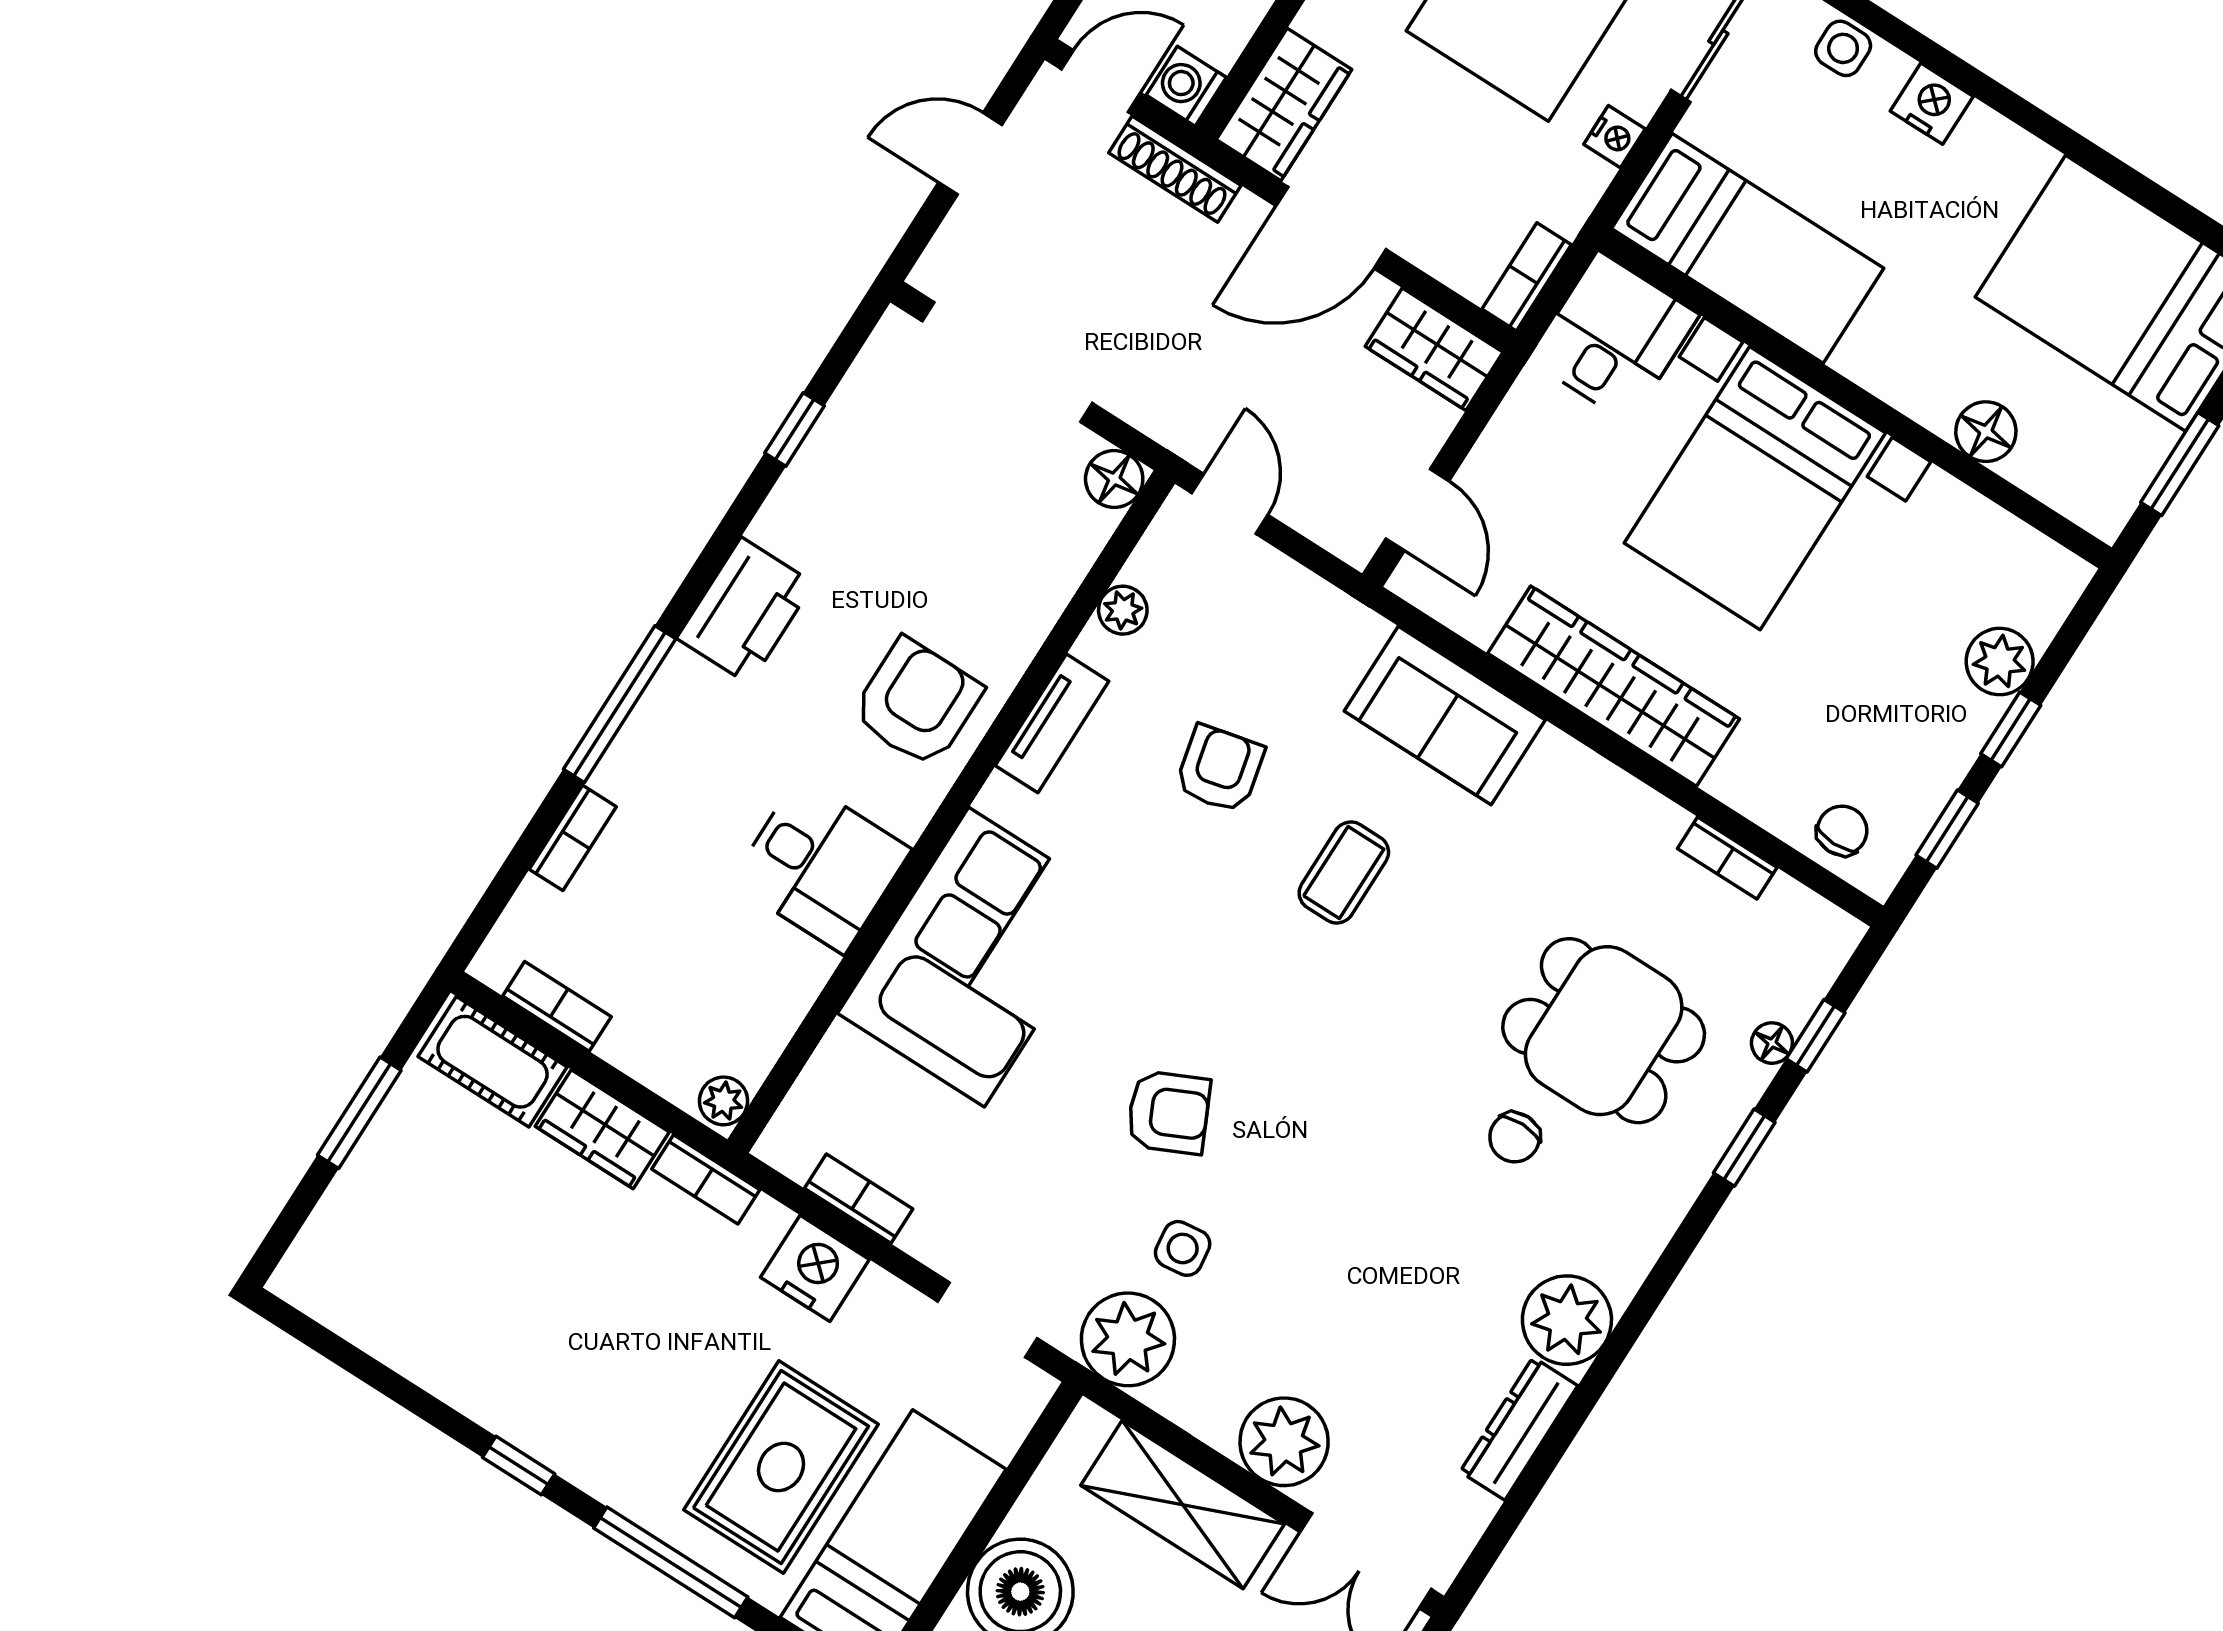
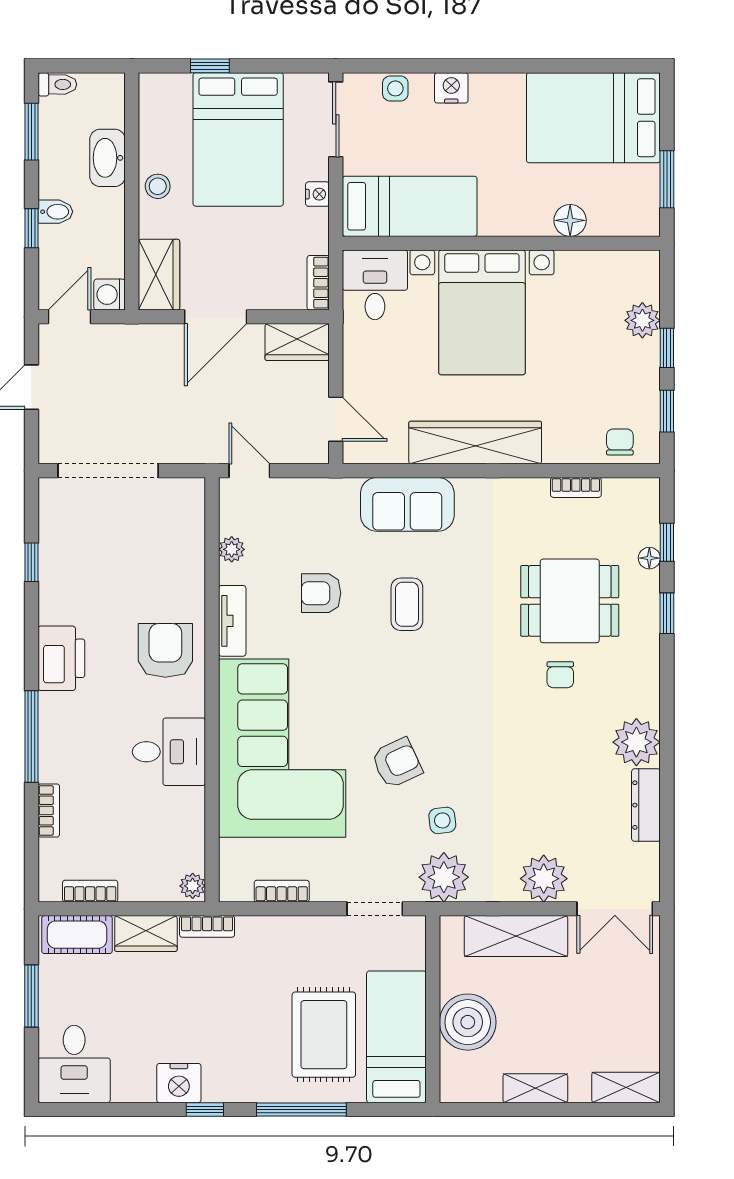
shoe rack: (1175, 169) -> (128, 335), removed
floor lamp: (1114, 479) -> (190, 493), removed
armchair: (1220, 769) -> (321, 593), turned -77
corner sofa: (977, 957) -> (282, 748), width x1.36, depth x1.36
desk: (358, 1263) -> (74, 1064), added
nightstand: (815, 1268) -> (179, 1083), moved, turned 180

